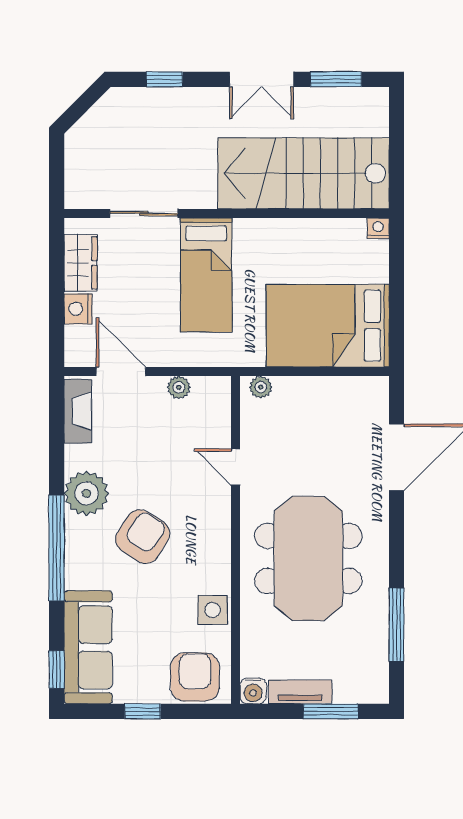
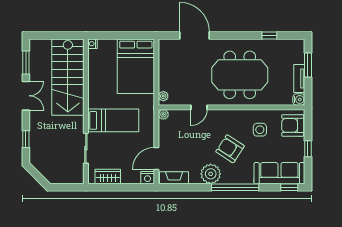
nightstand: (78, 309) -> (148, 178), moved
plant: (179, 387) -> (163, 114), moved
side table: (213, 610) -> (260, 130), moved
window: (397, 625) -> (269, 35), width x0.46

